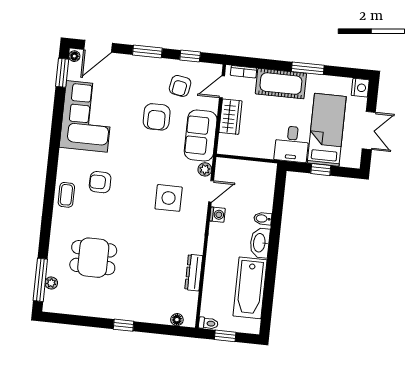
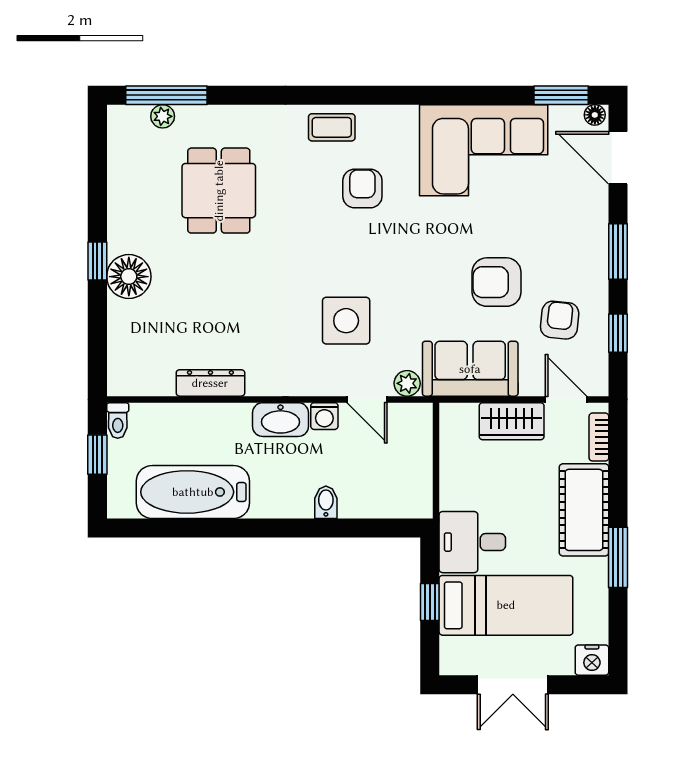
armchair: (180, 86) -> (560, 320), turned 86
washbasin: (260, 243) -> (281, 420), moved, turned 180
floor lamp: (177, 320) -> (129, 277), moved, width x1.89, depth x1.89

